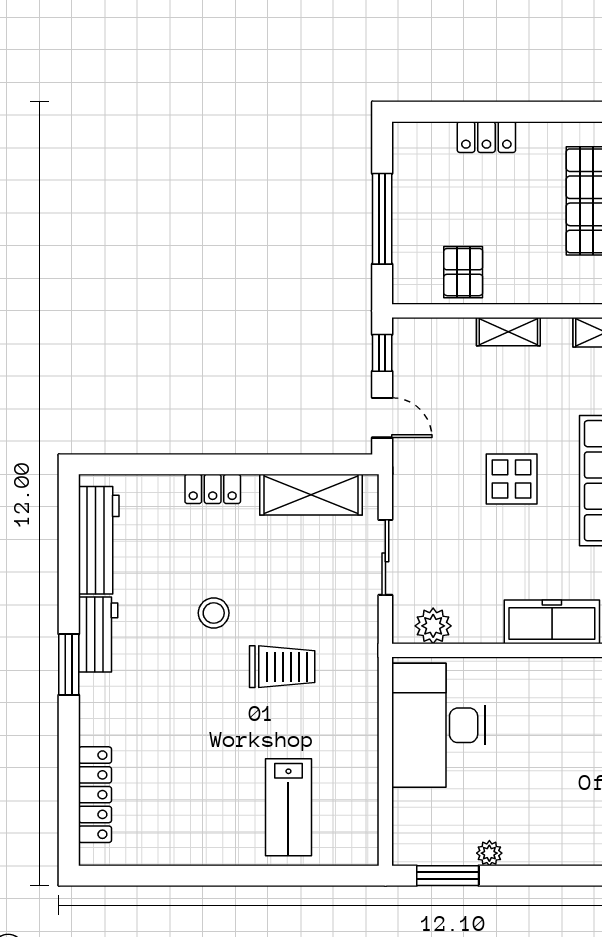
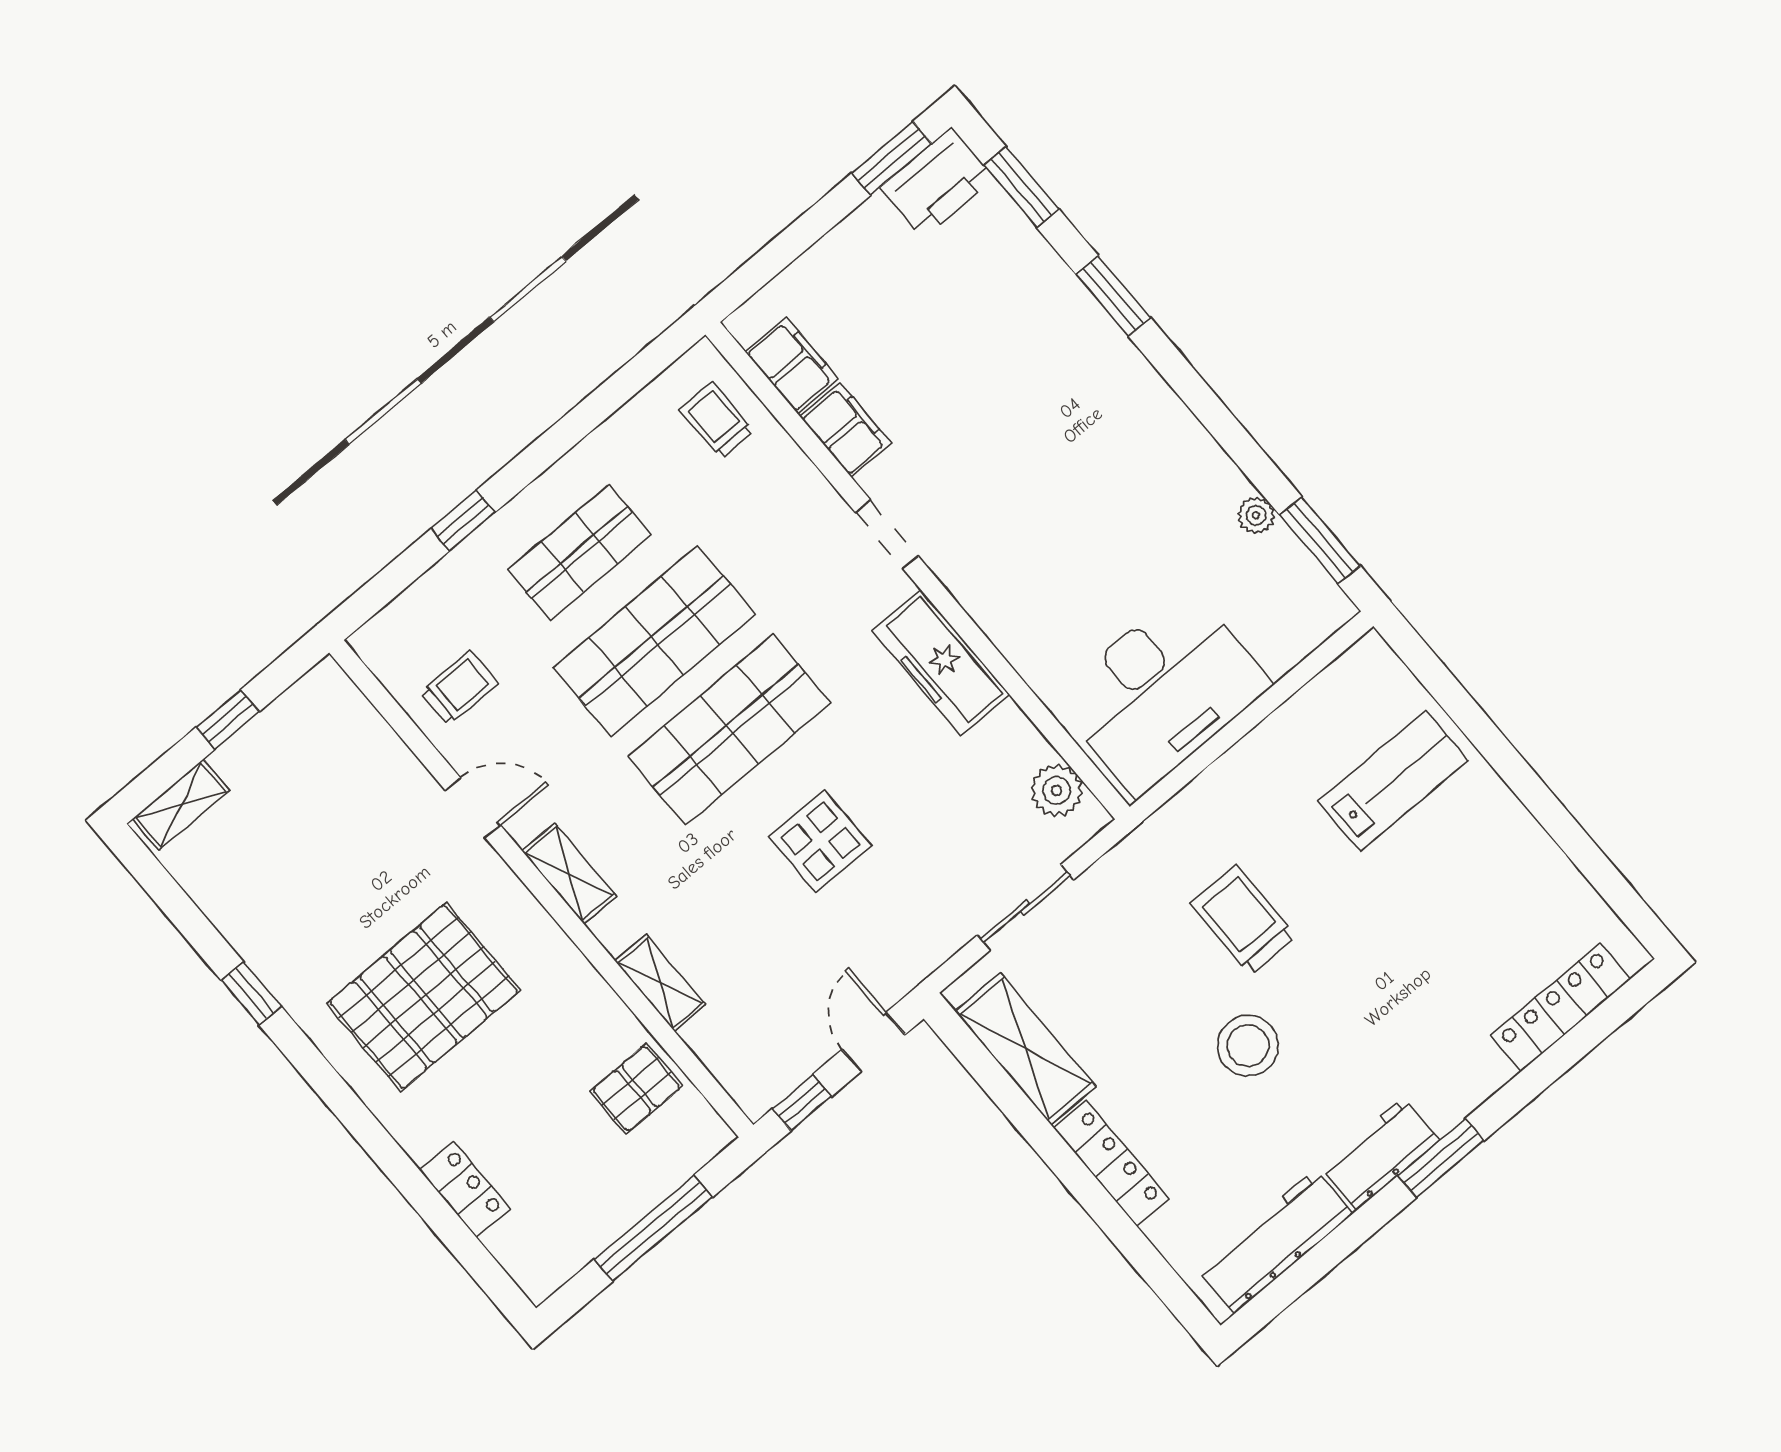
locker: (213, 489) -> (1111, 1163), width x1.53
stool: (214, 613) -> (1248, 1046), width x1.38, depth x1.38

